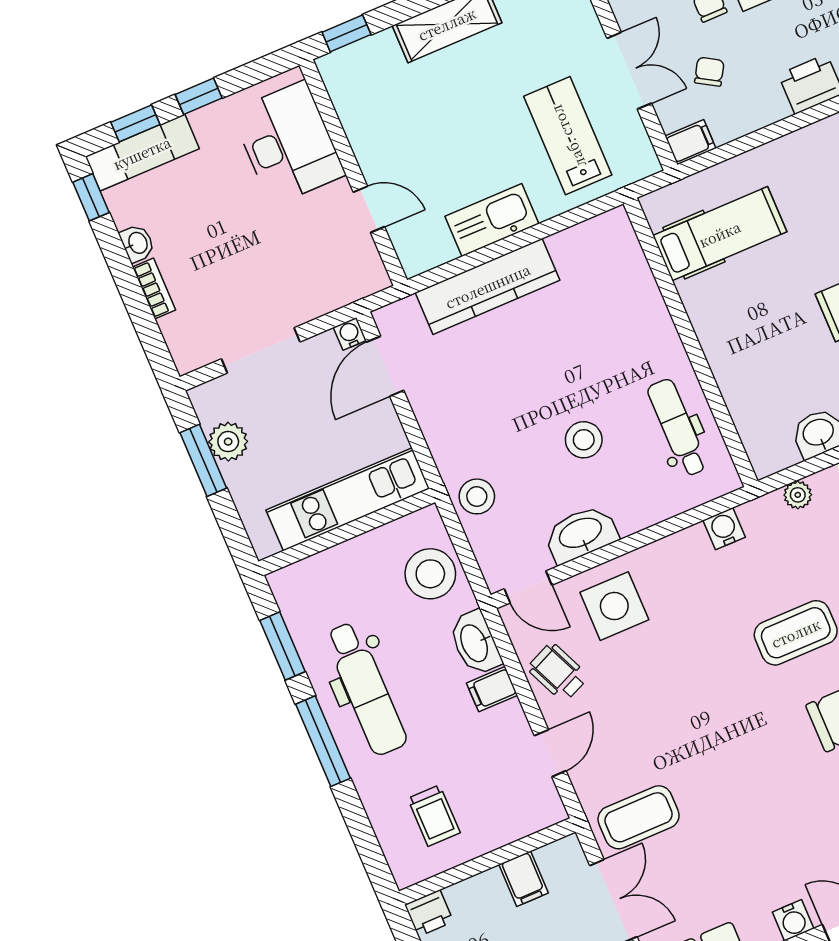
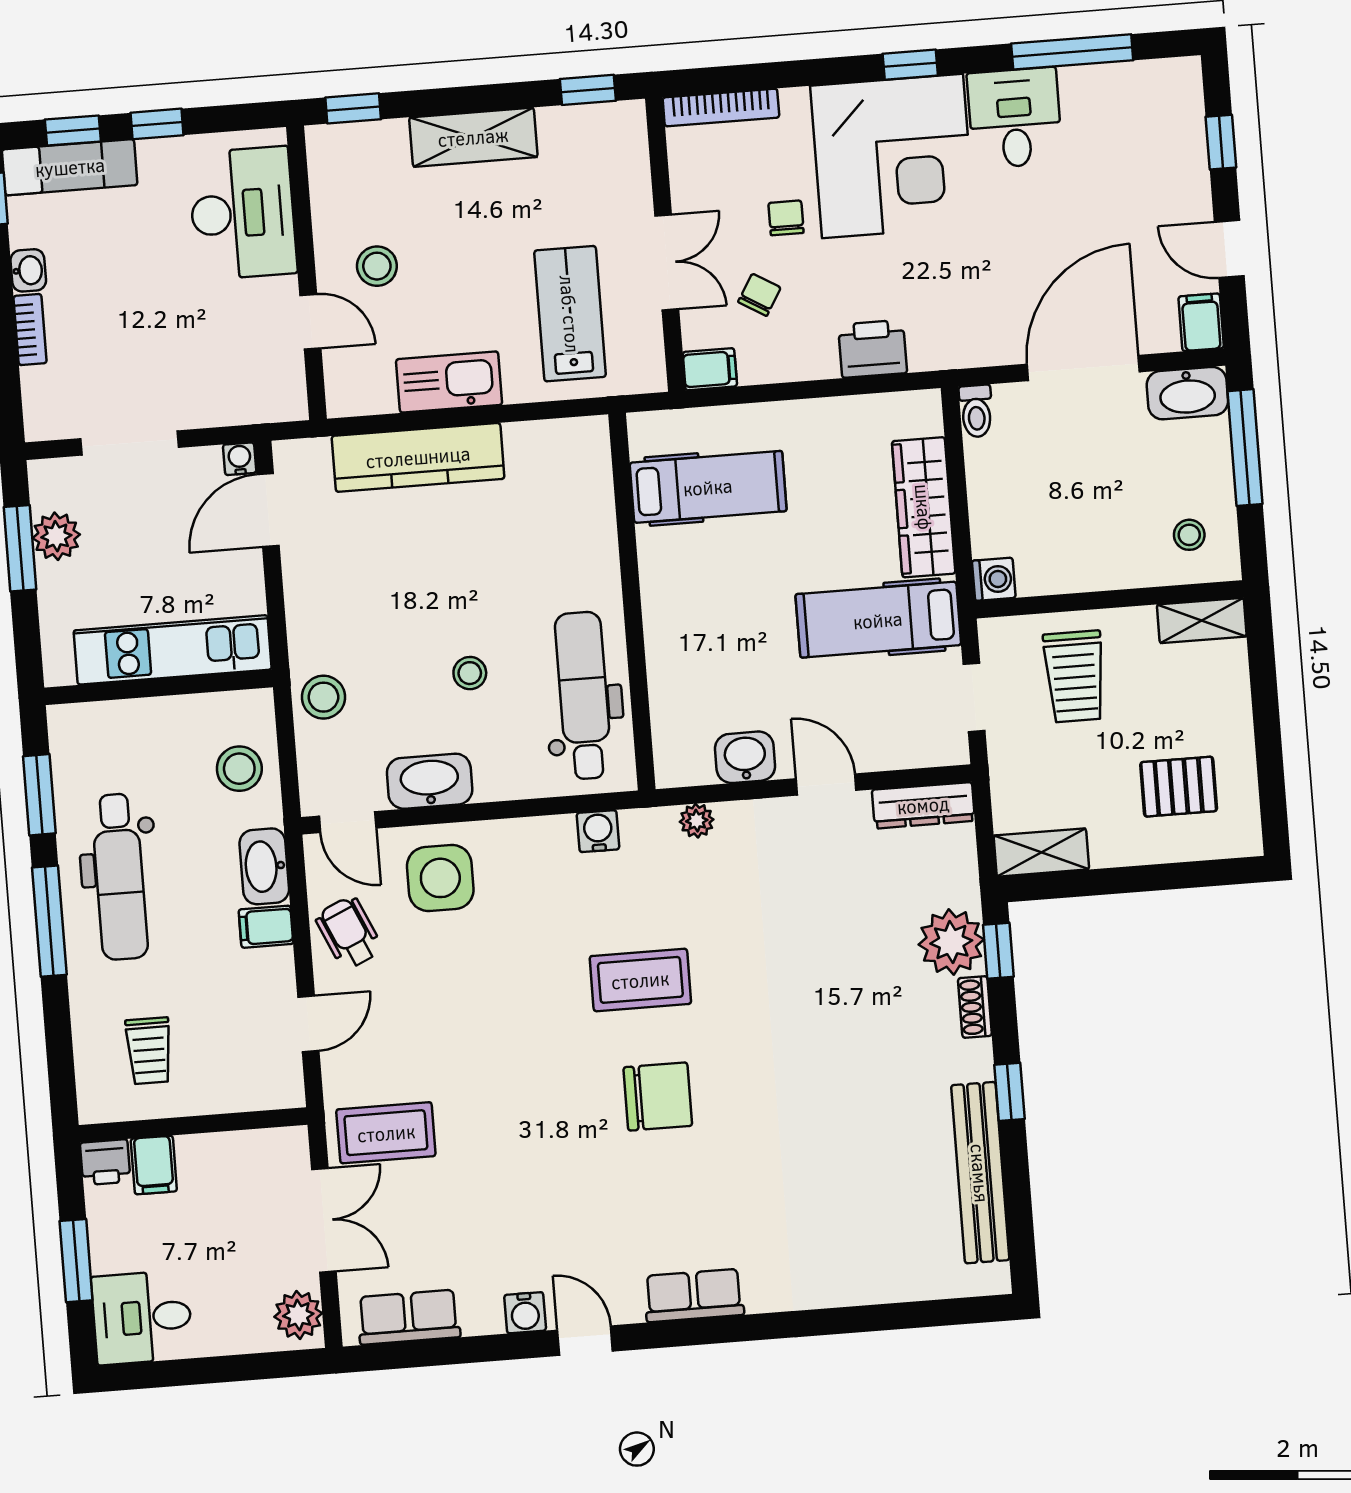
stool: (406, 149) -> (377, 266), added
dental chair: (677, 428) -> (583, 696), width x1.36, depth x1.38
stool: (584, 440) -> (470, 673), width x0.73, depth x0.73
stool: (430, 574) -> (239, 769), width x0.73, depth x0.73
filing cabinet: (524, 879) -> (154, 1165), moved

